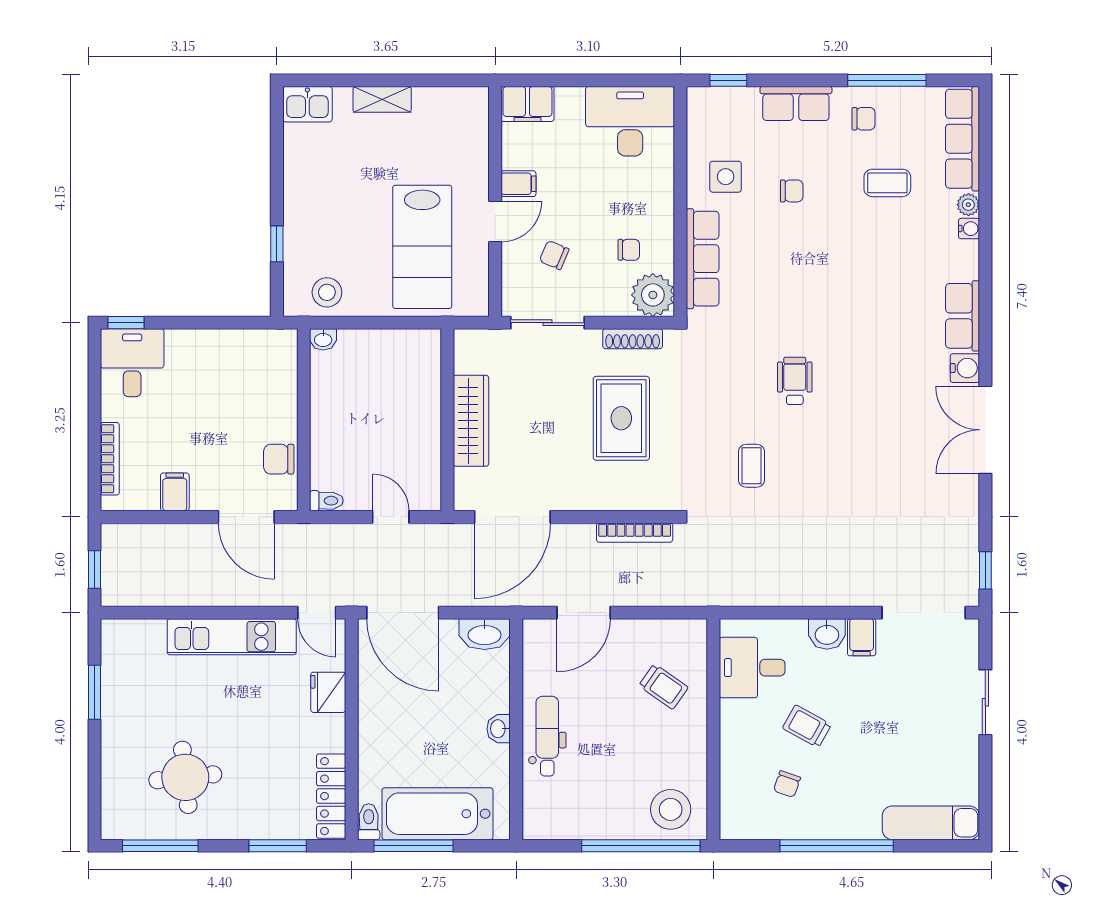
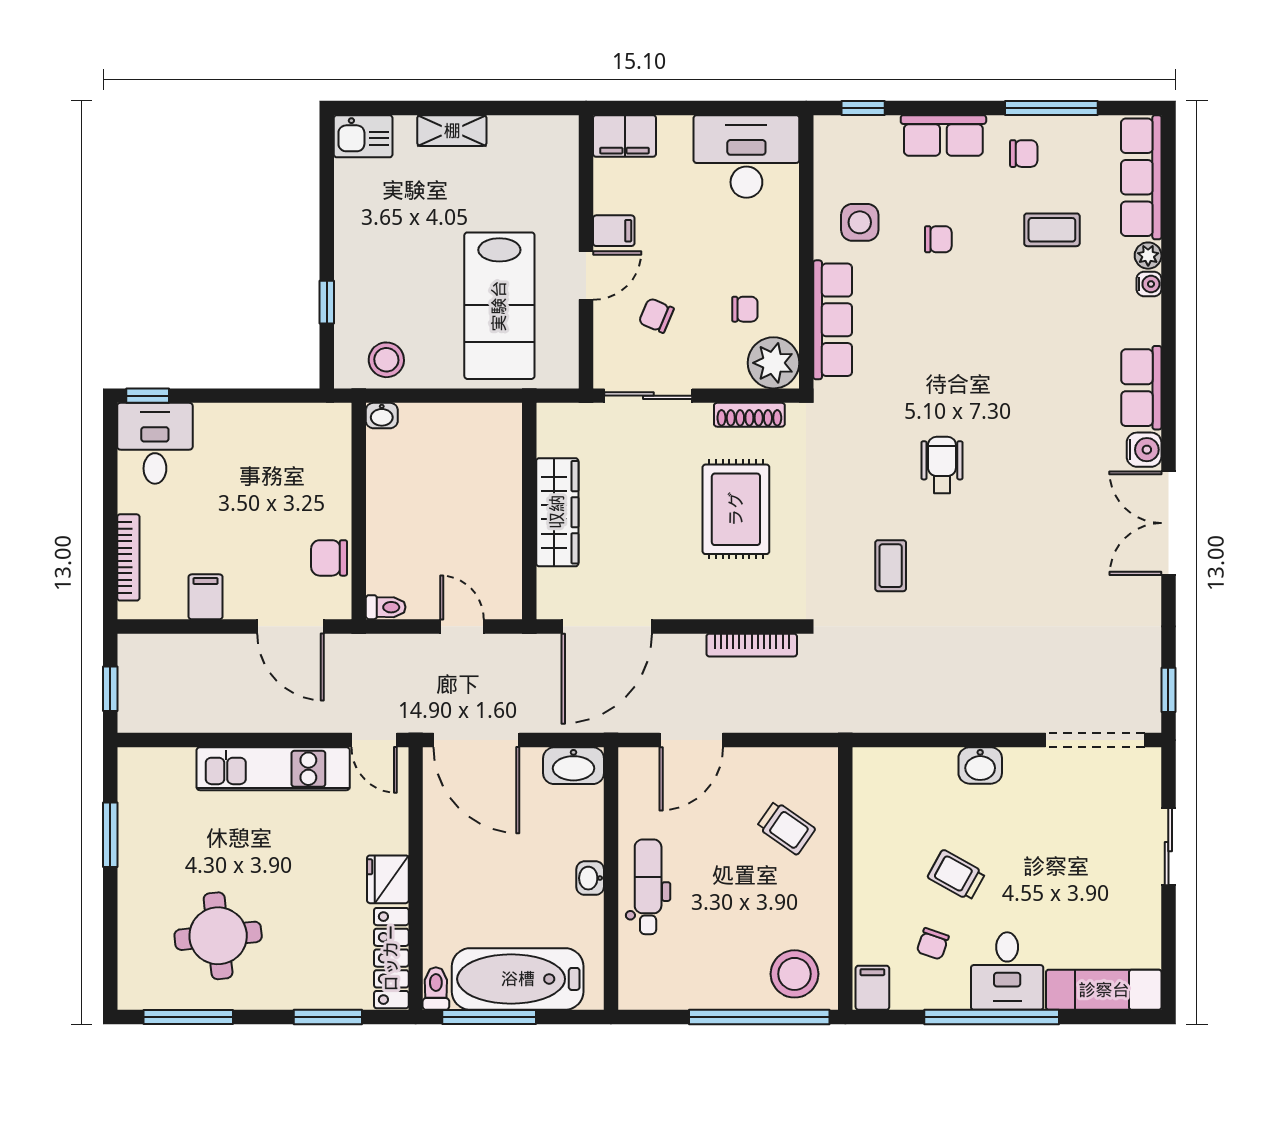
filing cabinet: (862, 637) -> (872, 988), moved, turned 180
desk: (752, 668) -> (1007, 971), moved, turned -90
fridge: (328, 692) -> (388, 879), moved

